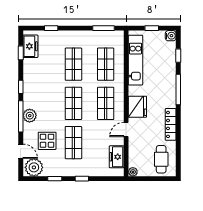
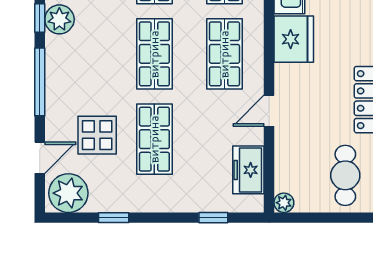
fridge: (137, 107) -> (294, 39), moved
plant: (30, 116) -> (59, 19), moved
door: (21, 151) -> (40, 158), hinge flipped
window: (82, 179) -> (213, 218), moved

